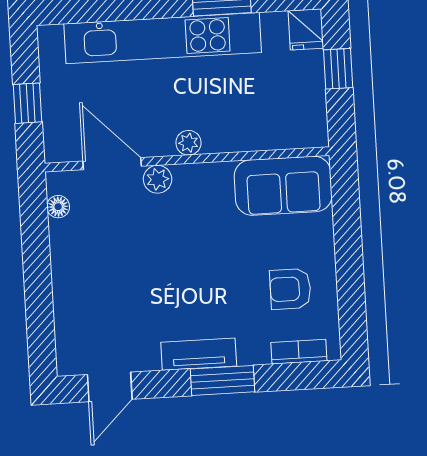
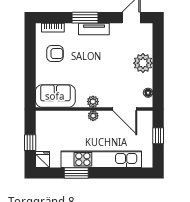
plant: (158, 179) -> (93, 102), moved
plant: (75, 278) -> (143, 63), added

